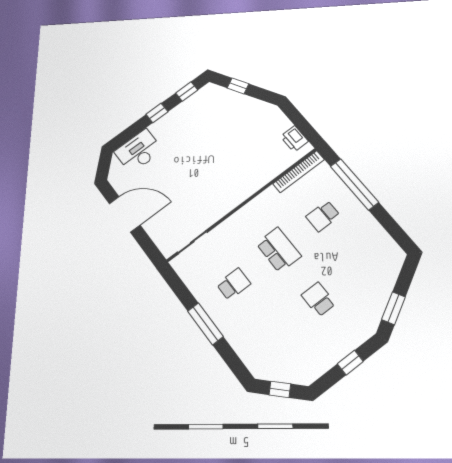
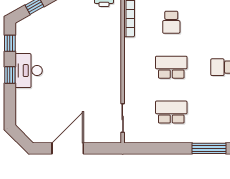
desk: (139, 151) -> (29, 71), moved
school desk: (234, 284) -> (171, 112), width x1.85
window: (205, 324) -> (209, 148), moved

